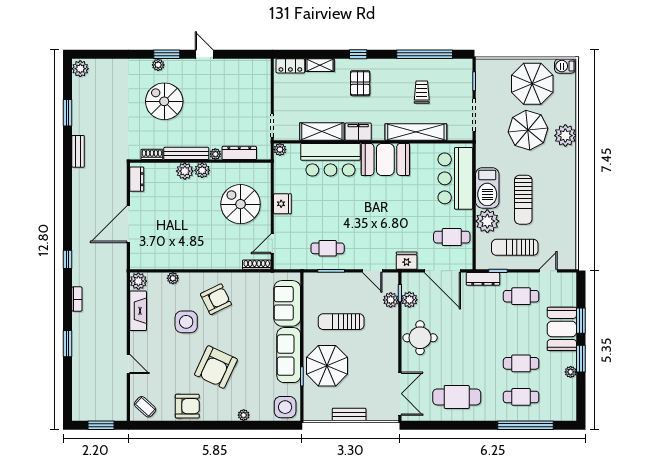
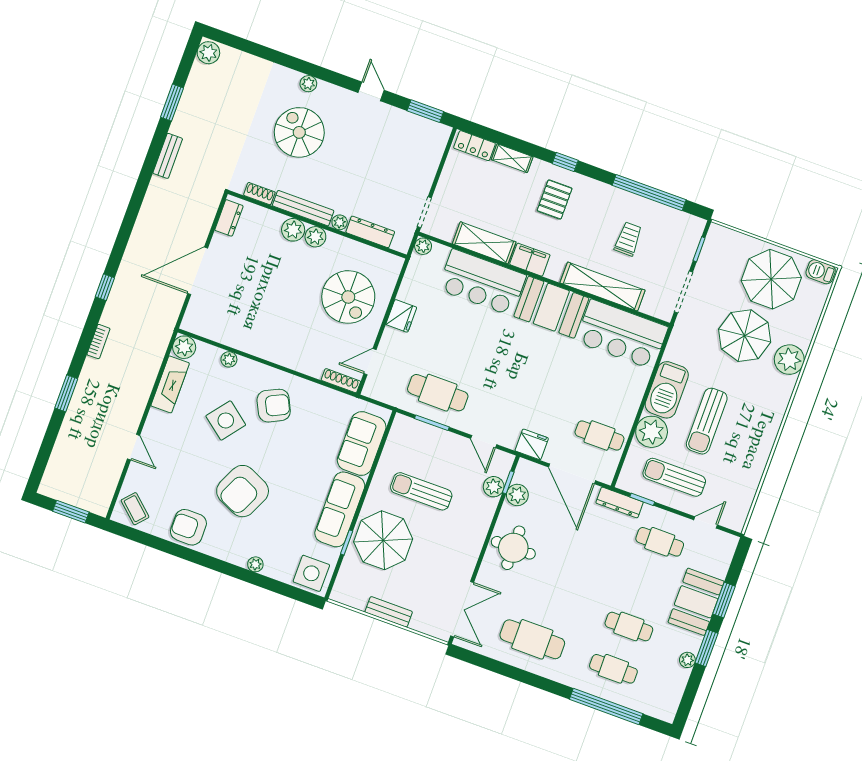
window: (167, 54) -> (425, 111), moved
bar counter: (455, 178) -> (622, 334), moved, turned -90
spiral stairs: (241, 204) -> (348, 297), turned 180
cafe table: (328, 248) -> (438, 393), width x1.37, depth x1.35
side table: (186, 322) -> (226, 420), turned 38
armchair: (187, 406) -> (188, 527), turned 180

